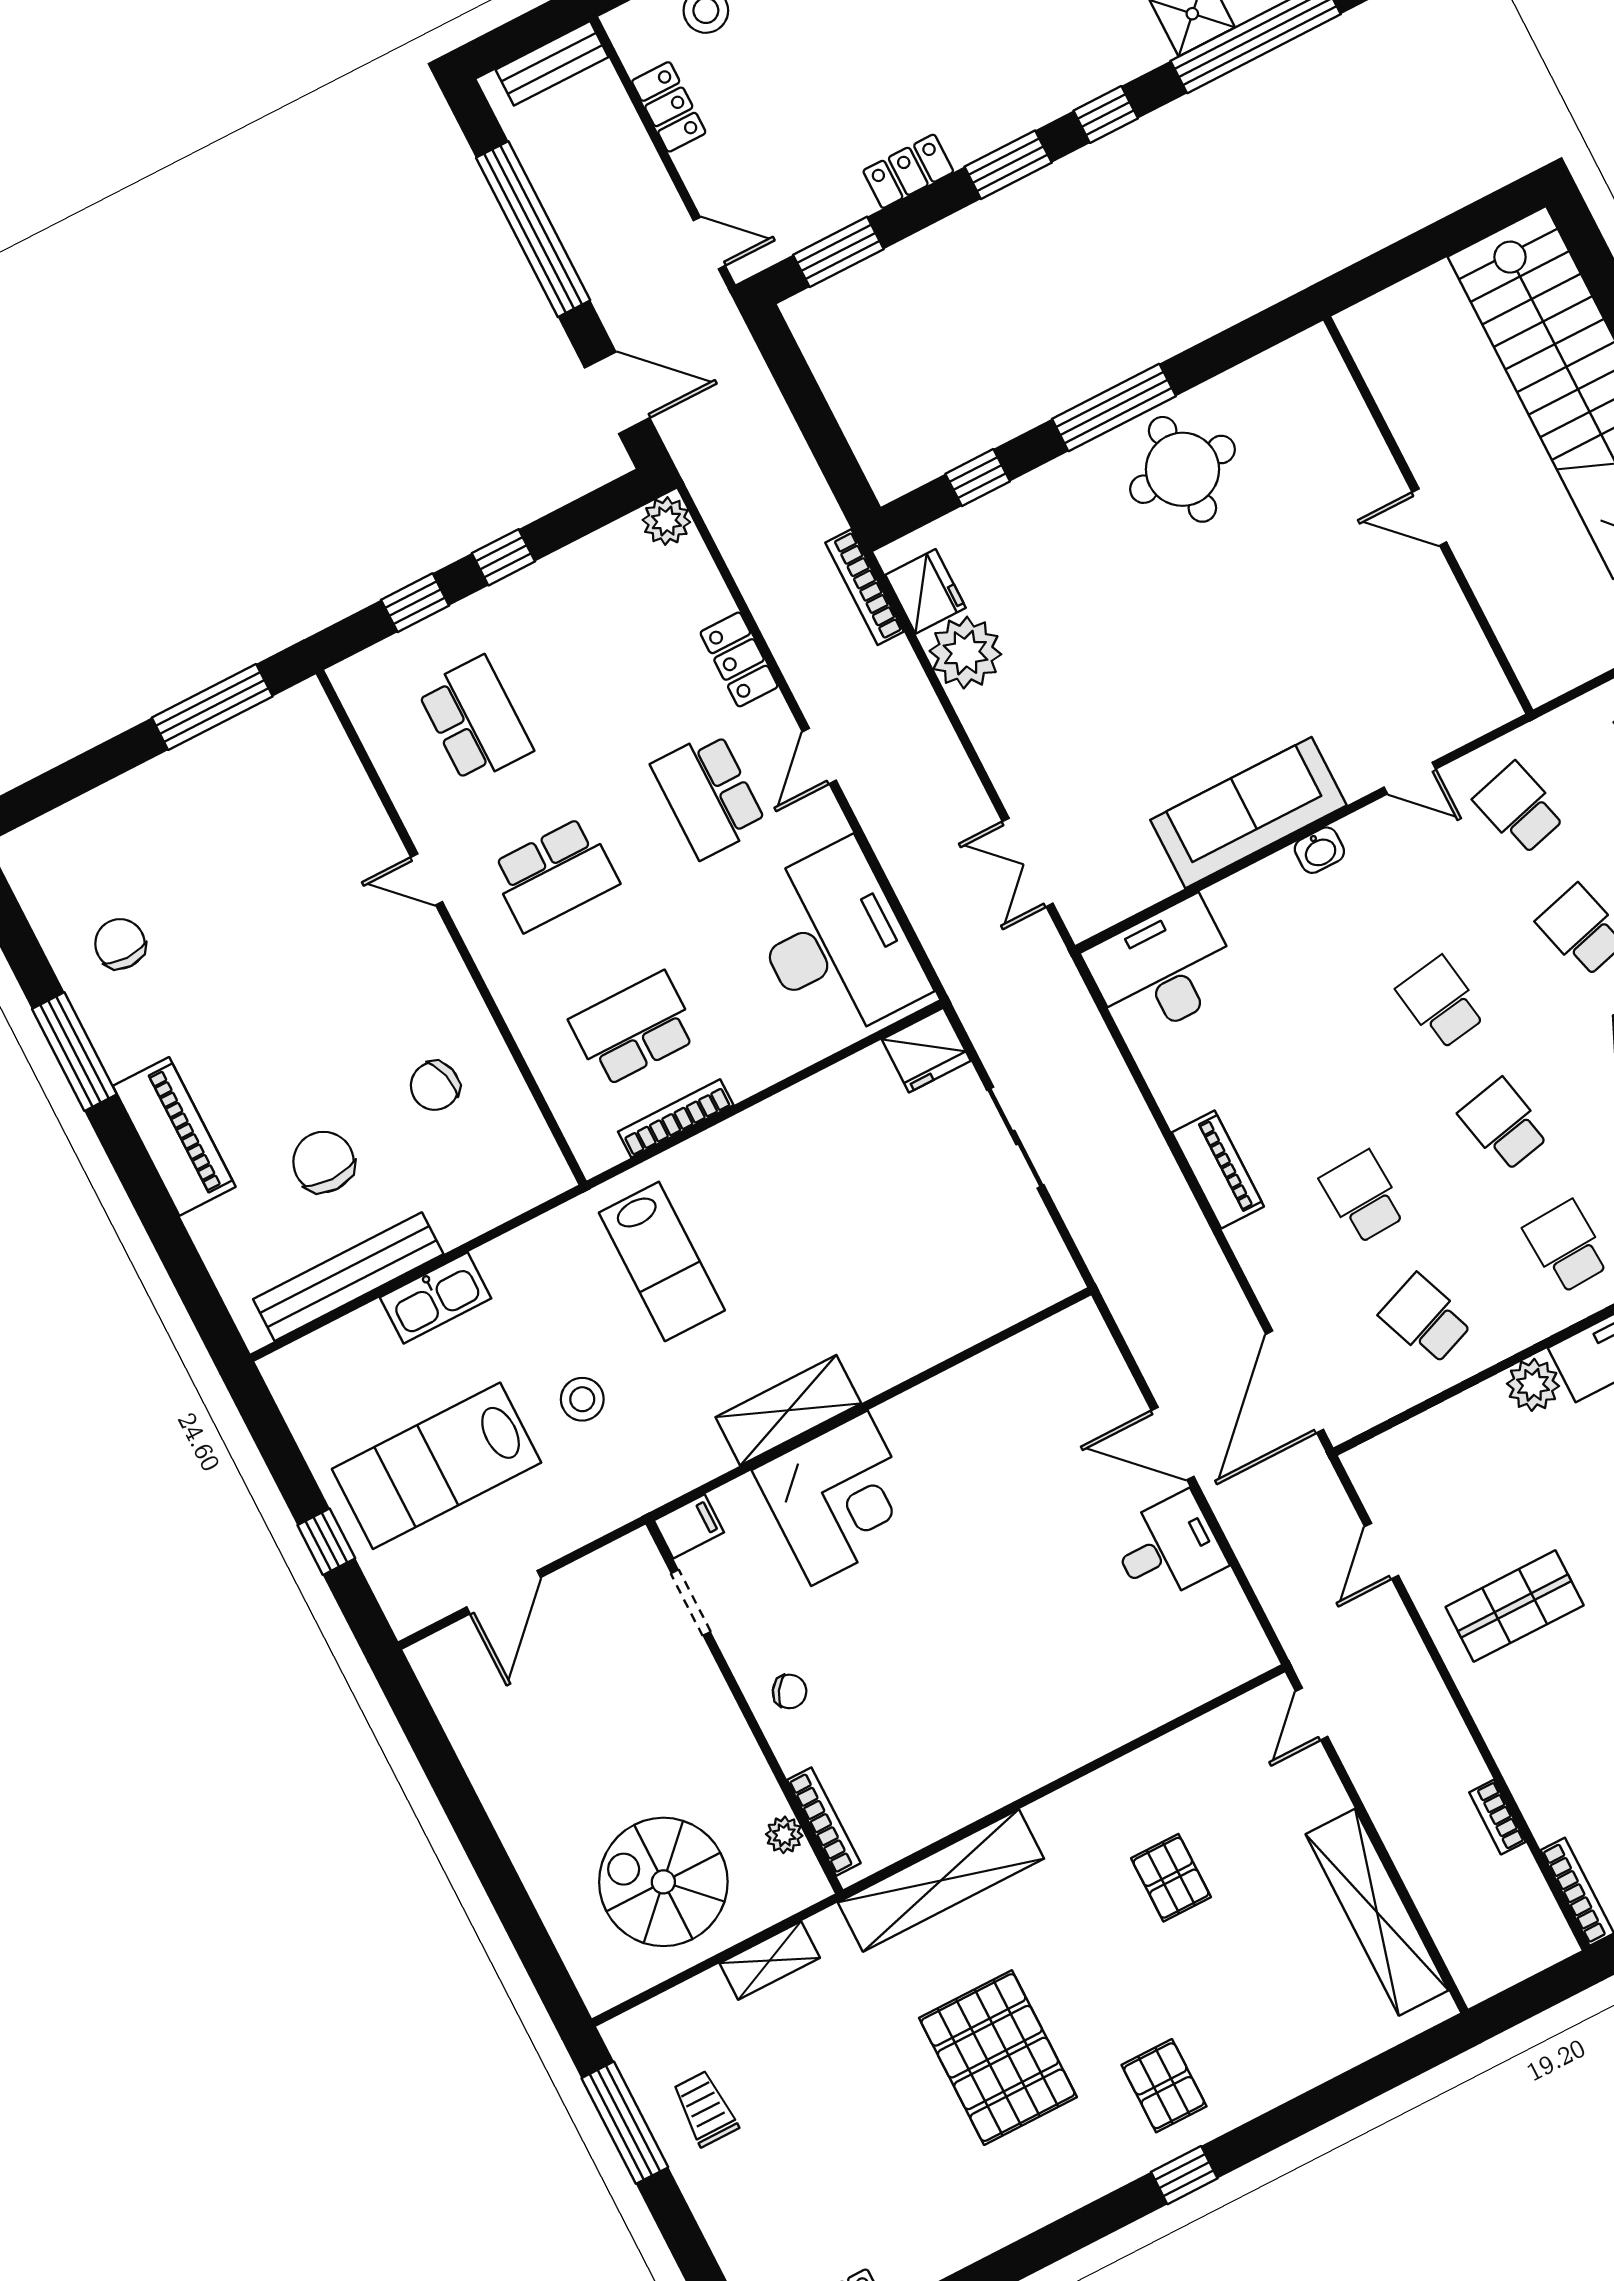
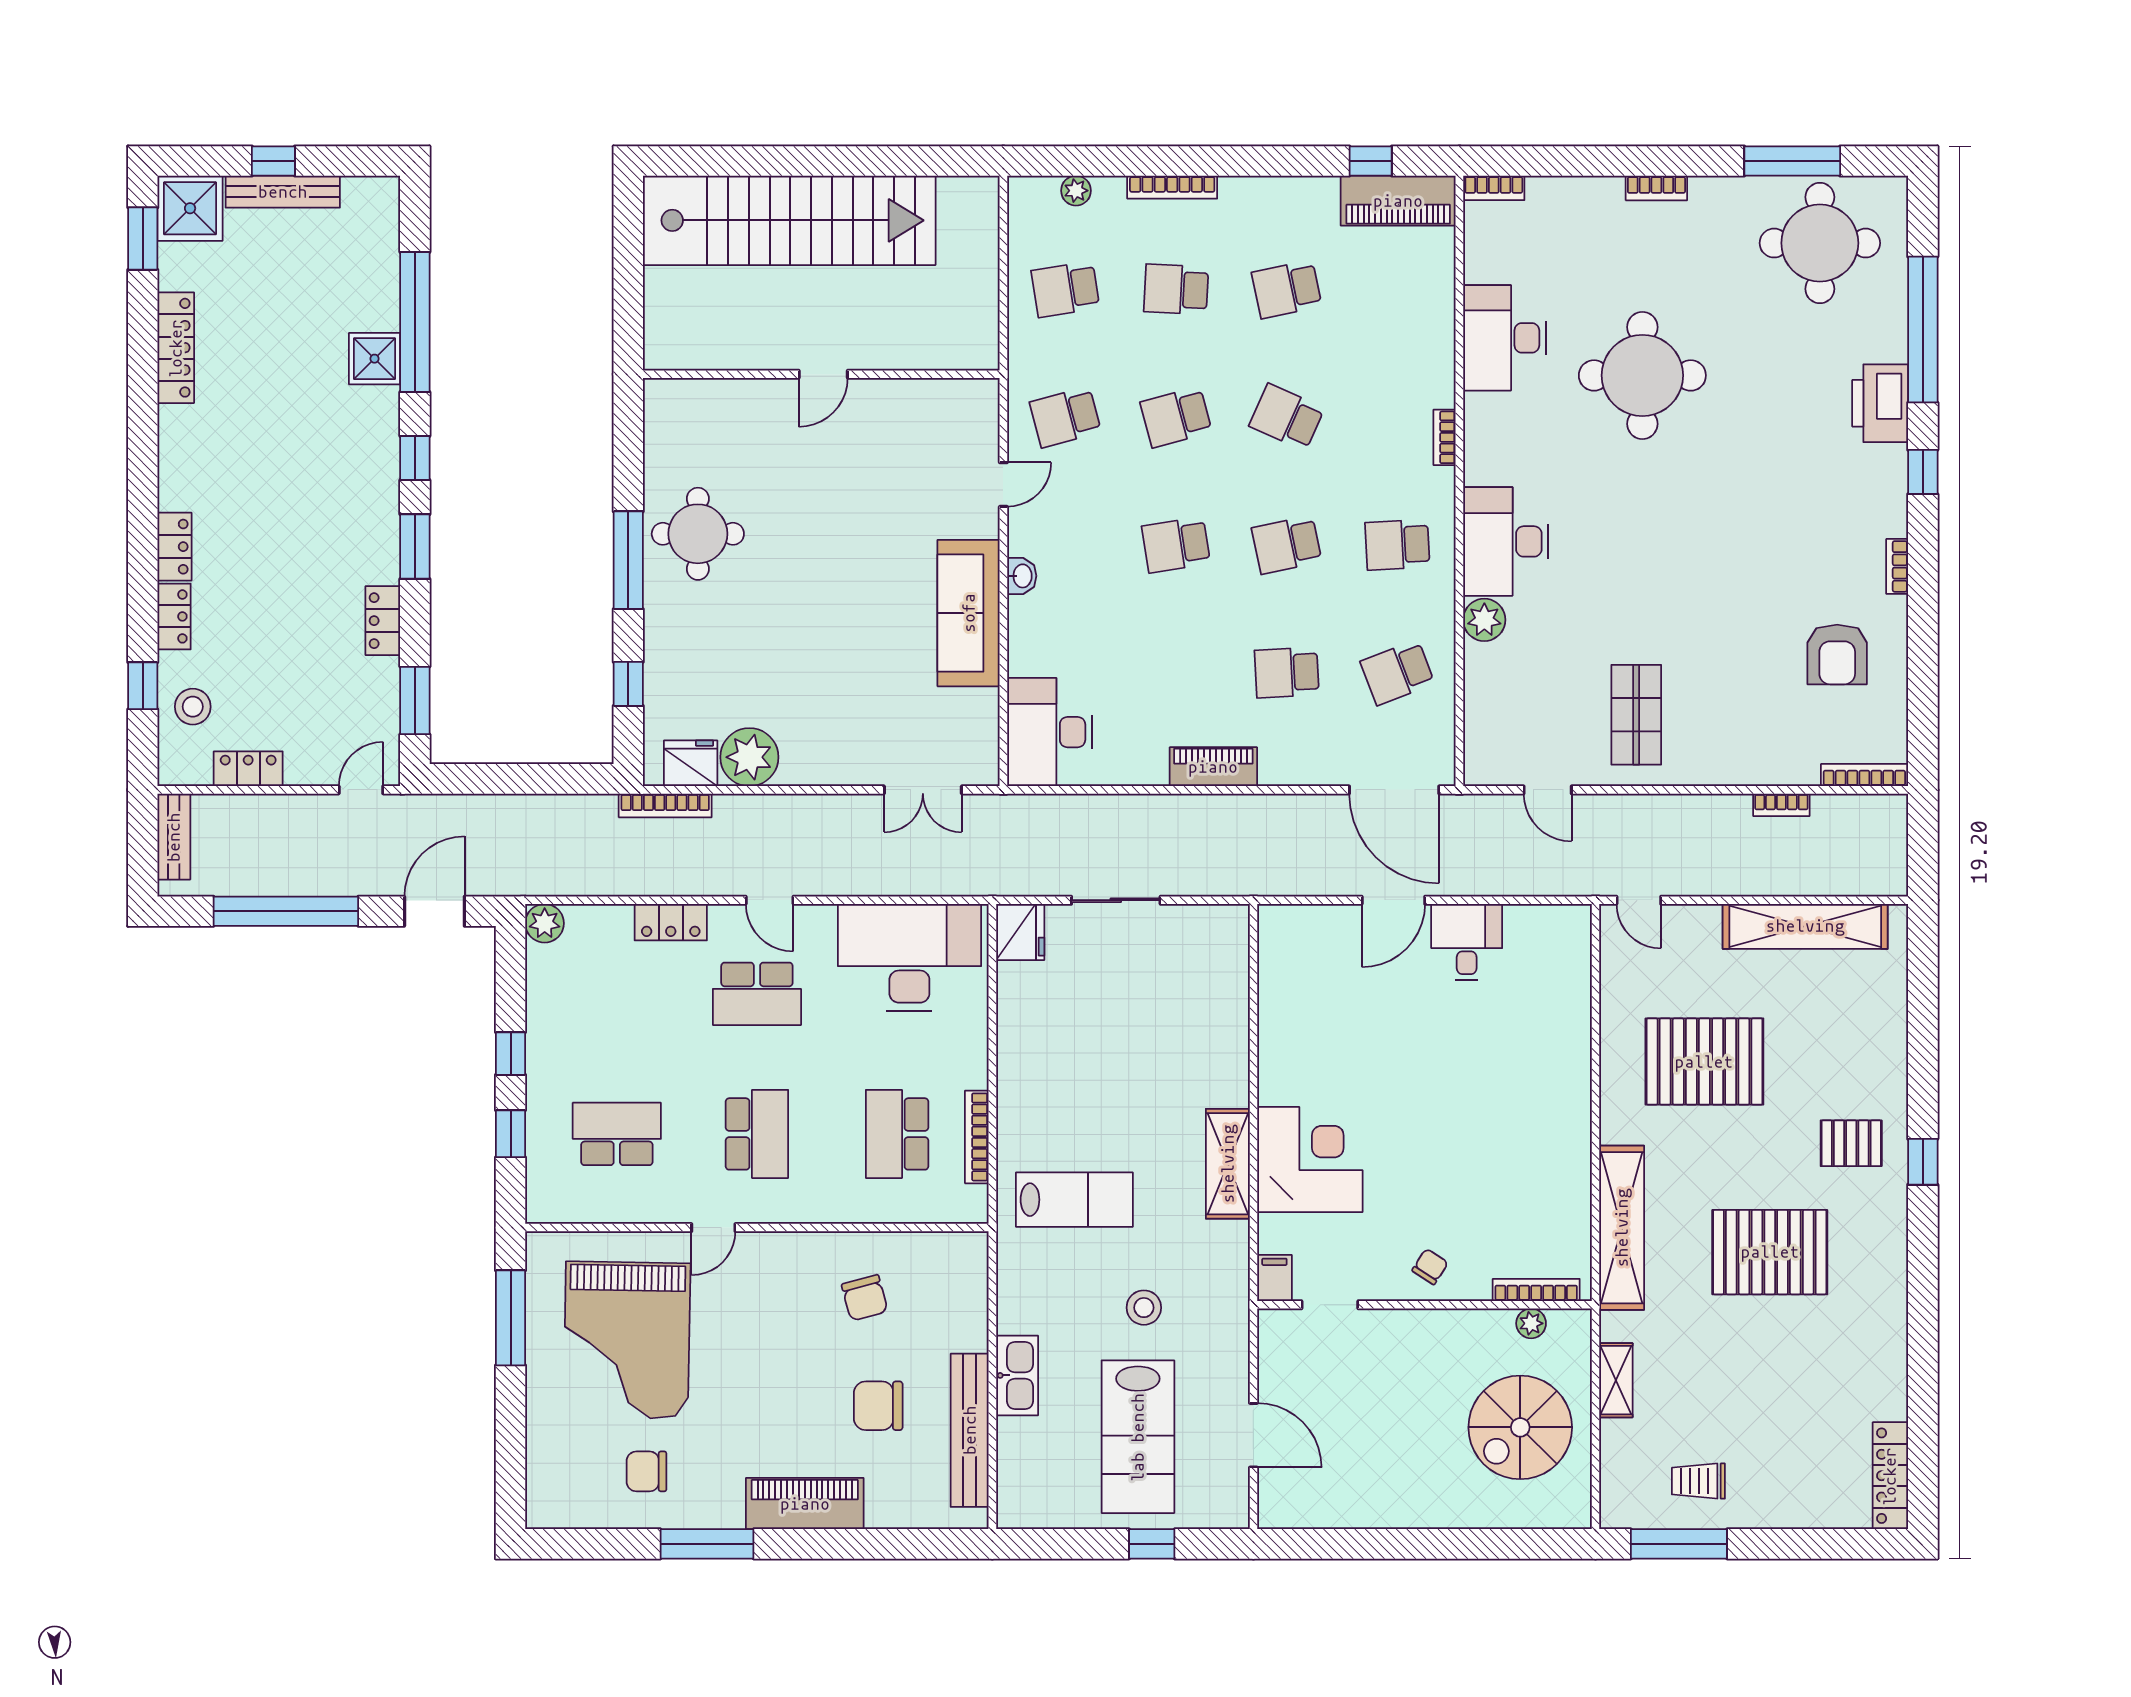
grand piano: (253, 848) -> (627, 1340), added
pallet: (1171, 1878) -> (1704, 1062), width x2.05, depth x2.00

